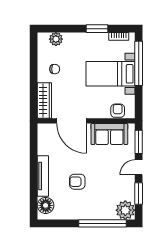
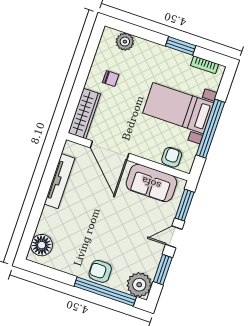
window: (139, 63) -> (210, 129), moved
tv unit: (43, 176) -> (59, 181), moved
armchair: (77, 182) -> (100, 271), moved

